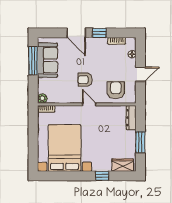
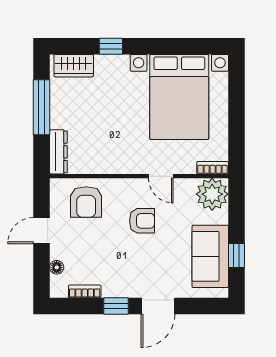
door: (76, 33) -> (158, 306), swing flipped
window: (33, 61) -> (236, 256), width x0.46
plant: (42, 99) -> (212, 194), width x1.88, depth x1.88
door: (89, 104) -> (161, 176), moved
window: (140, 142) -> (42, 107), width x1.44

